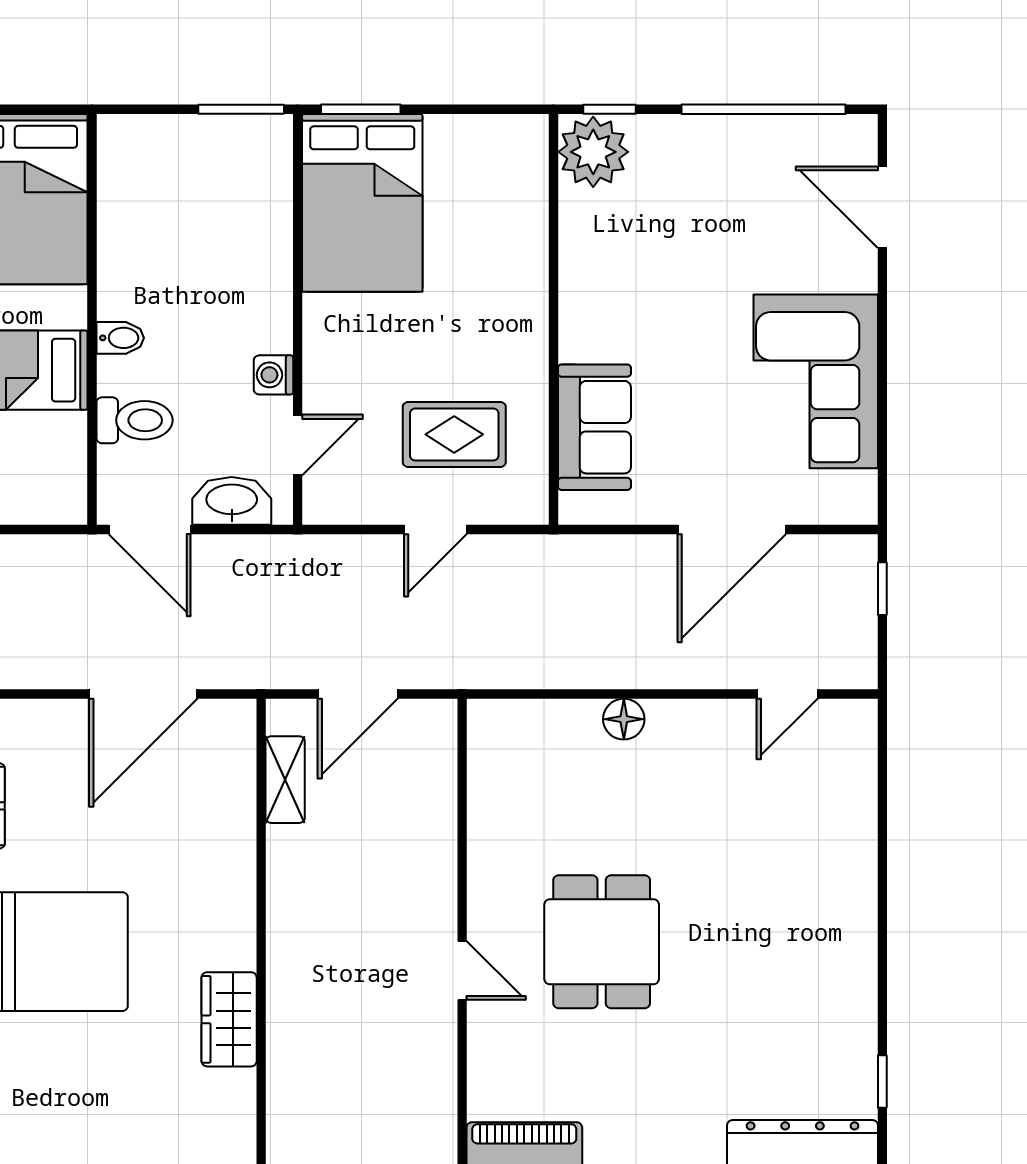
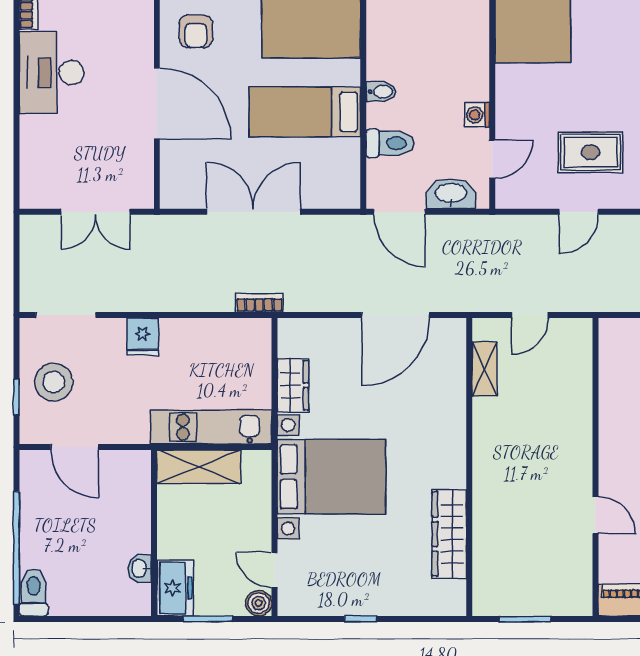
door: (358, 694) -> (530, 315), width x0.73
door: (462, 970) -> (595, 515), moved
wardrobe: (229, 1019) -> (449, 534), width x1.50

